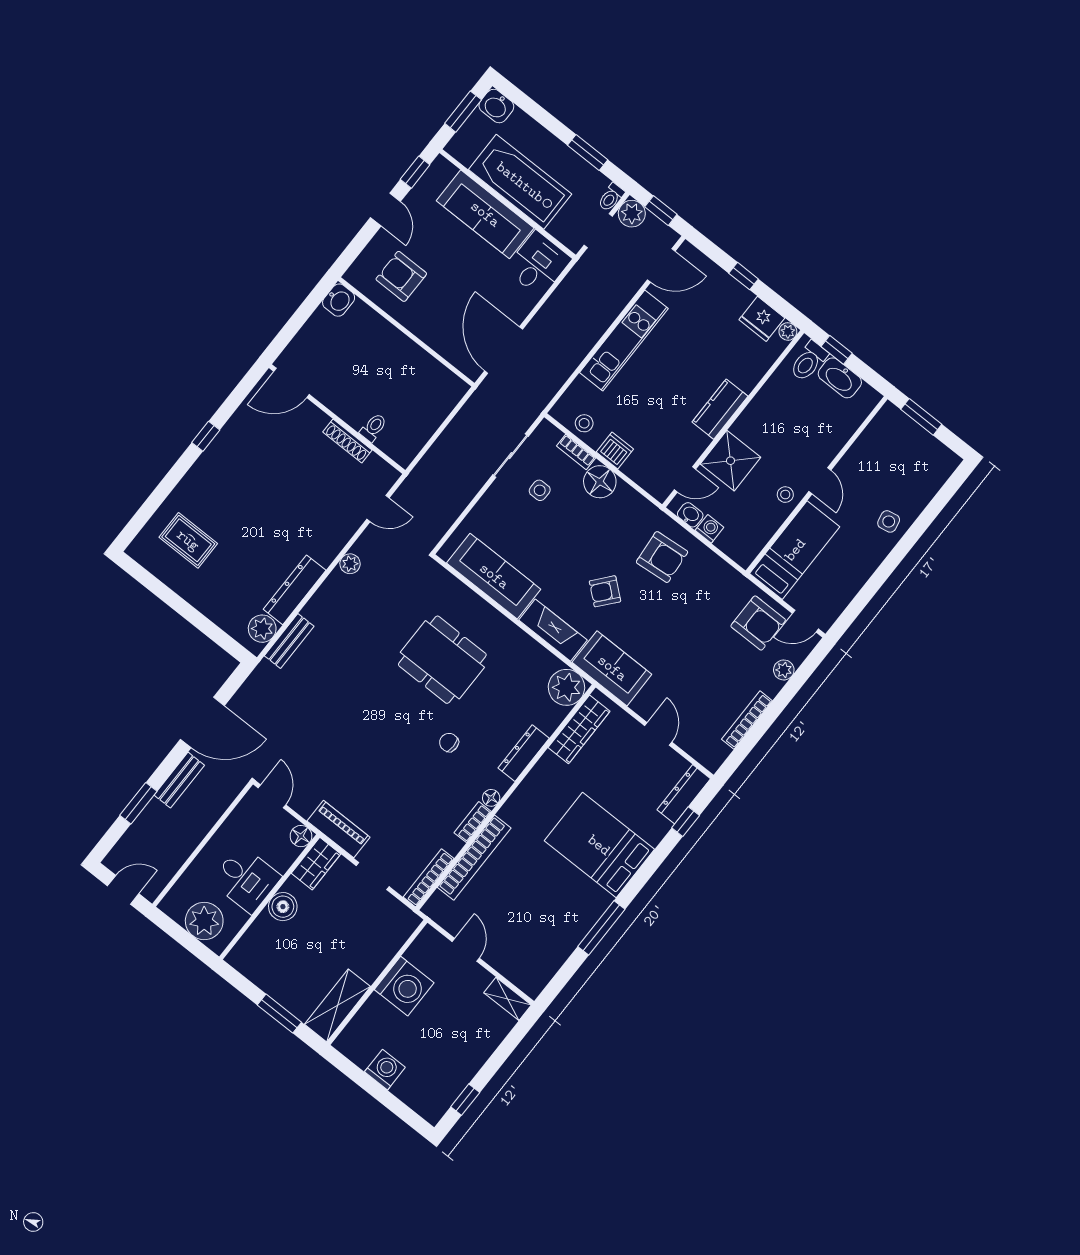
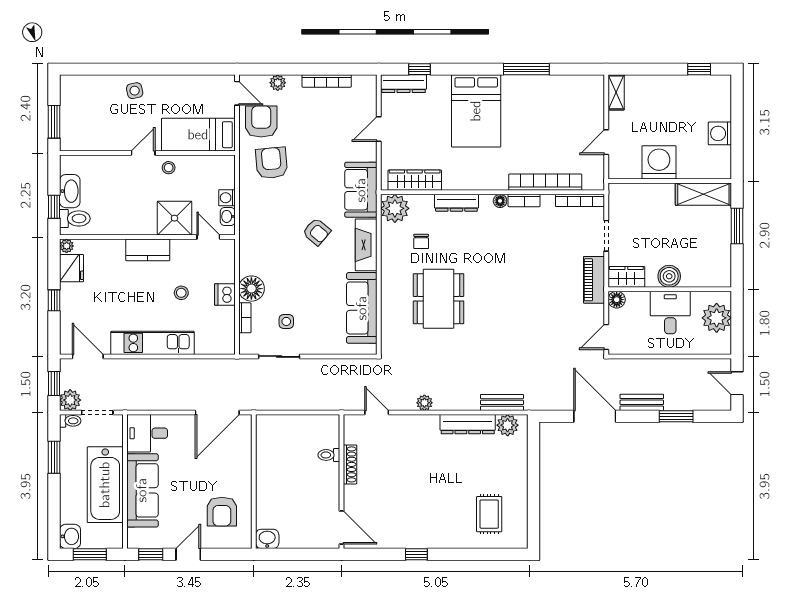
stool: (584, 423) -> (181, 293), moved
armchair: (662, 557) -> (272, 163), moved
chair: (449, 742) -> (421, 241), moved

